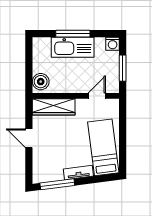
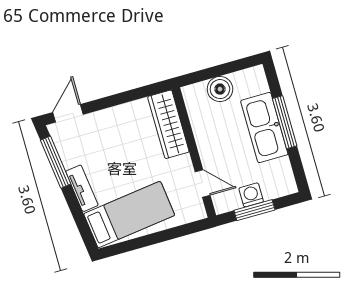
washing machine: (113, 44) -> (251, 195), moved, turned 90
boiler: (41, 82) -> (220, 89), moved
door: (29, 138) -> (68, 113), moved

